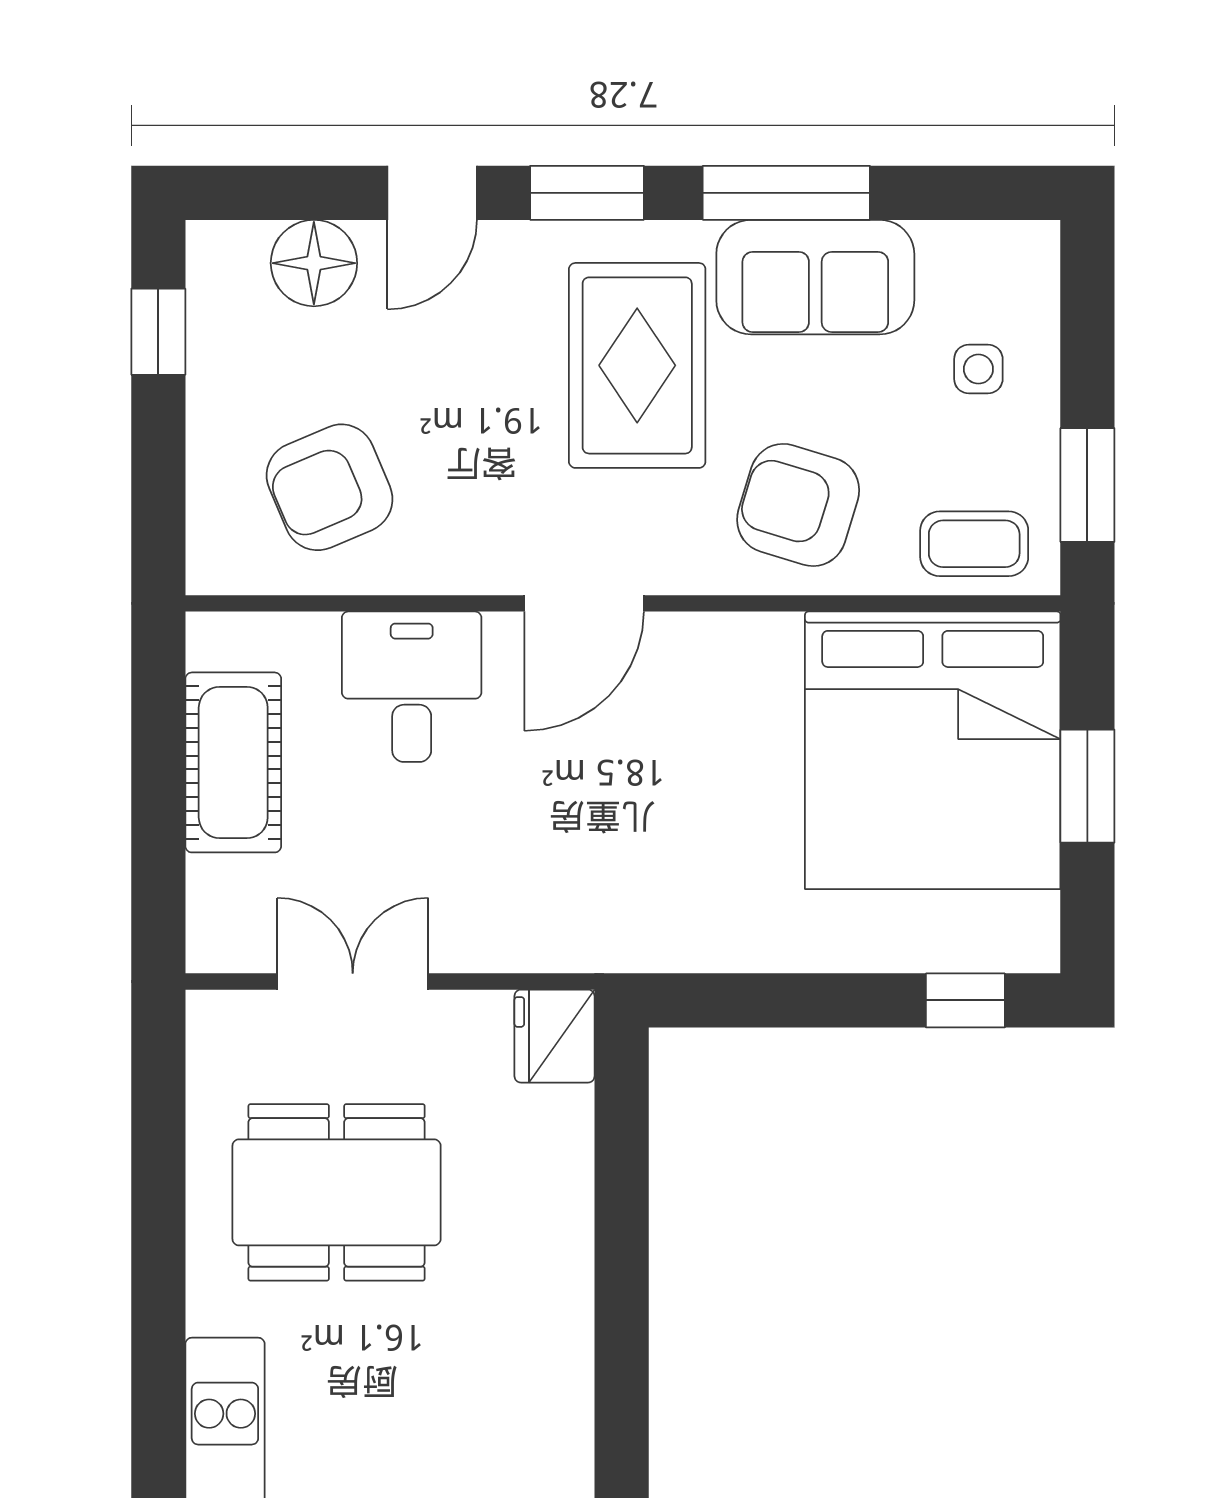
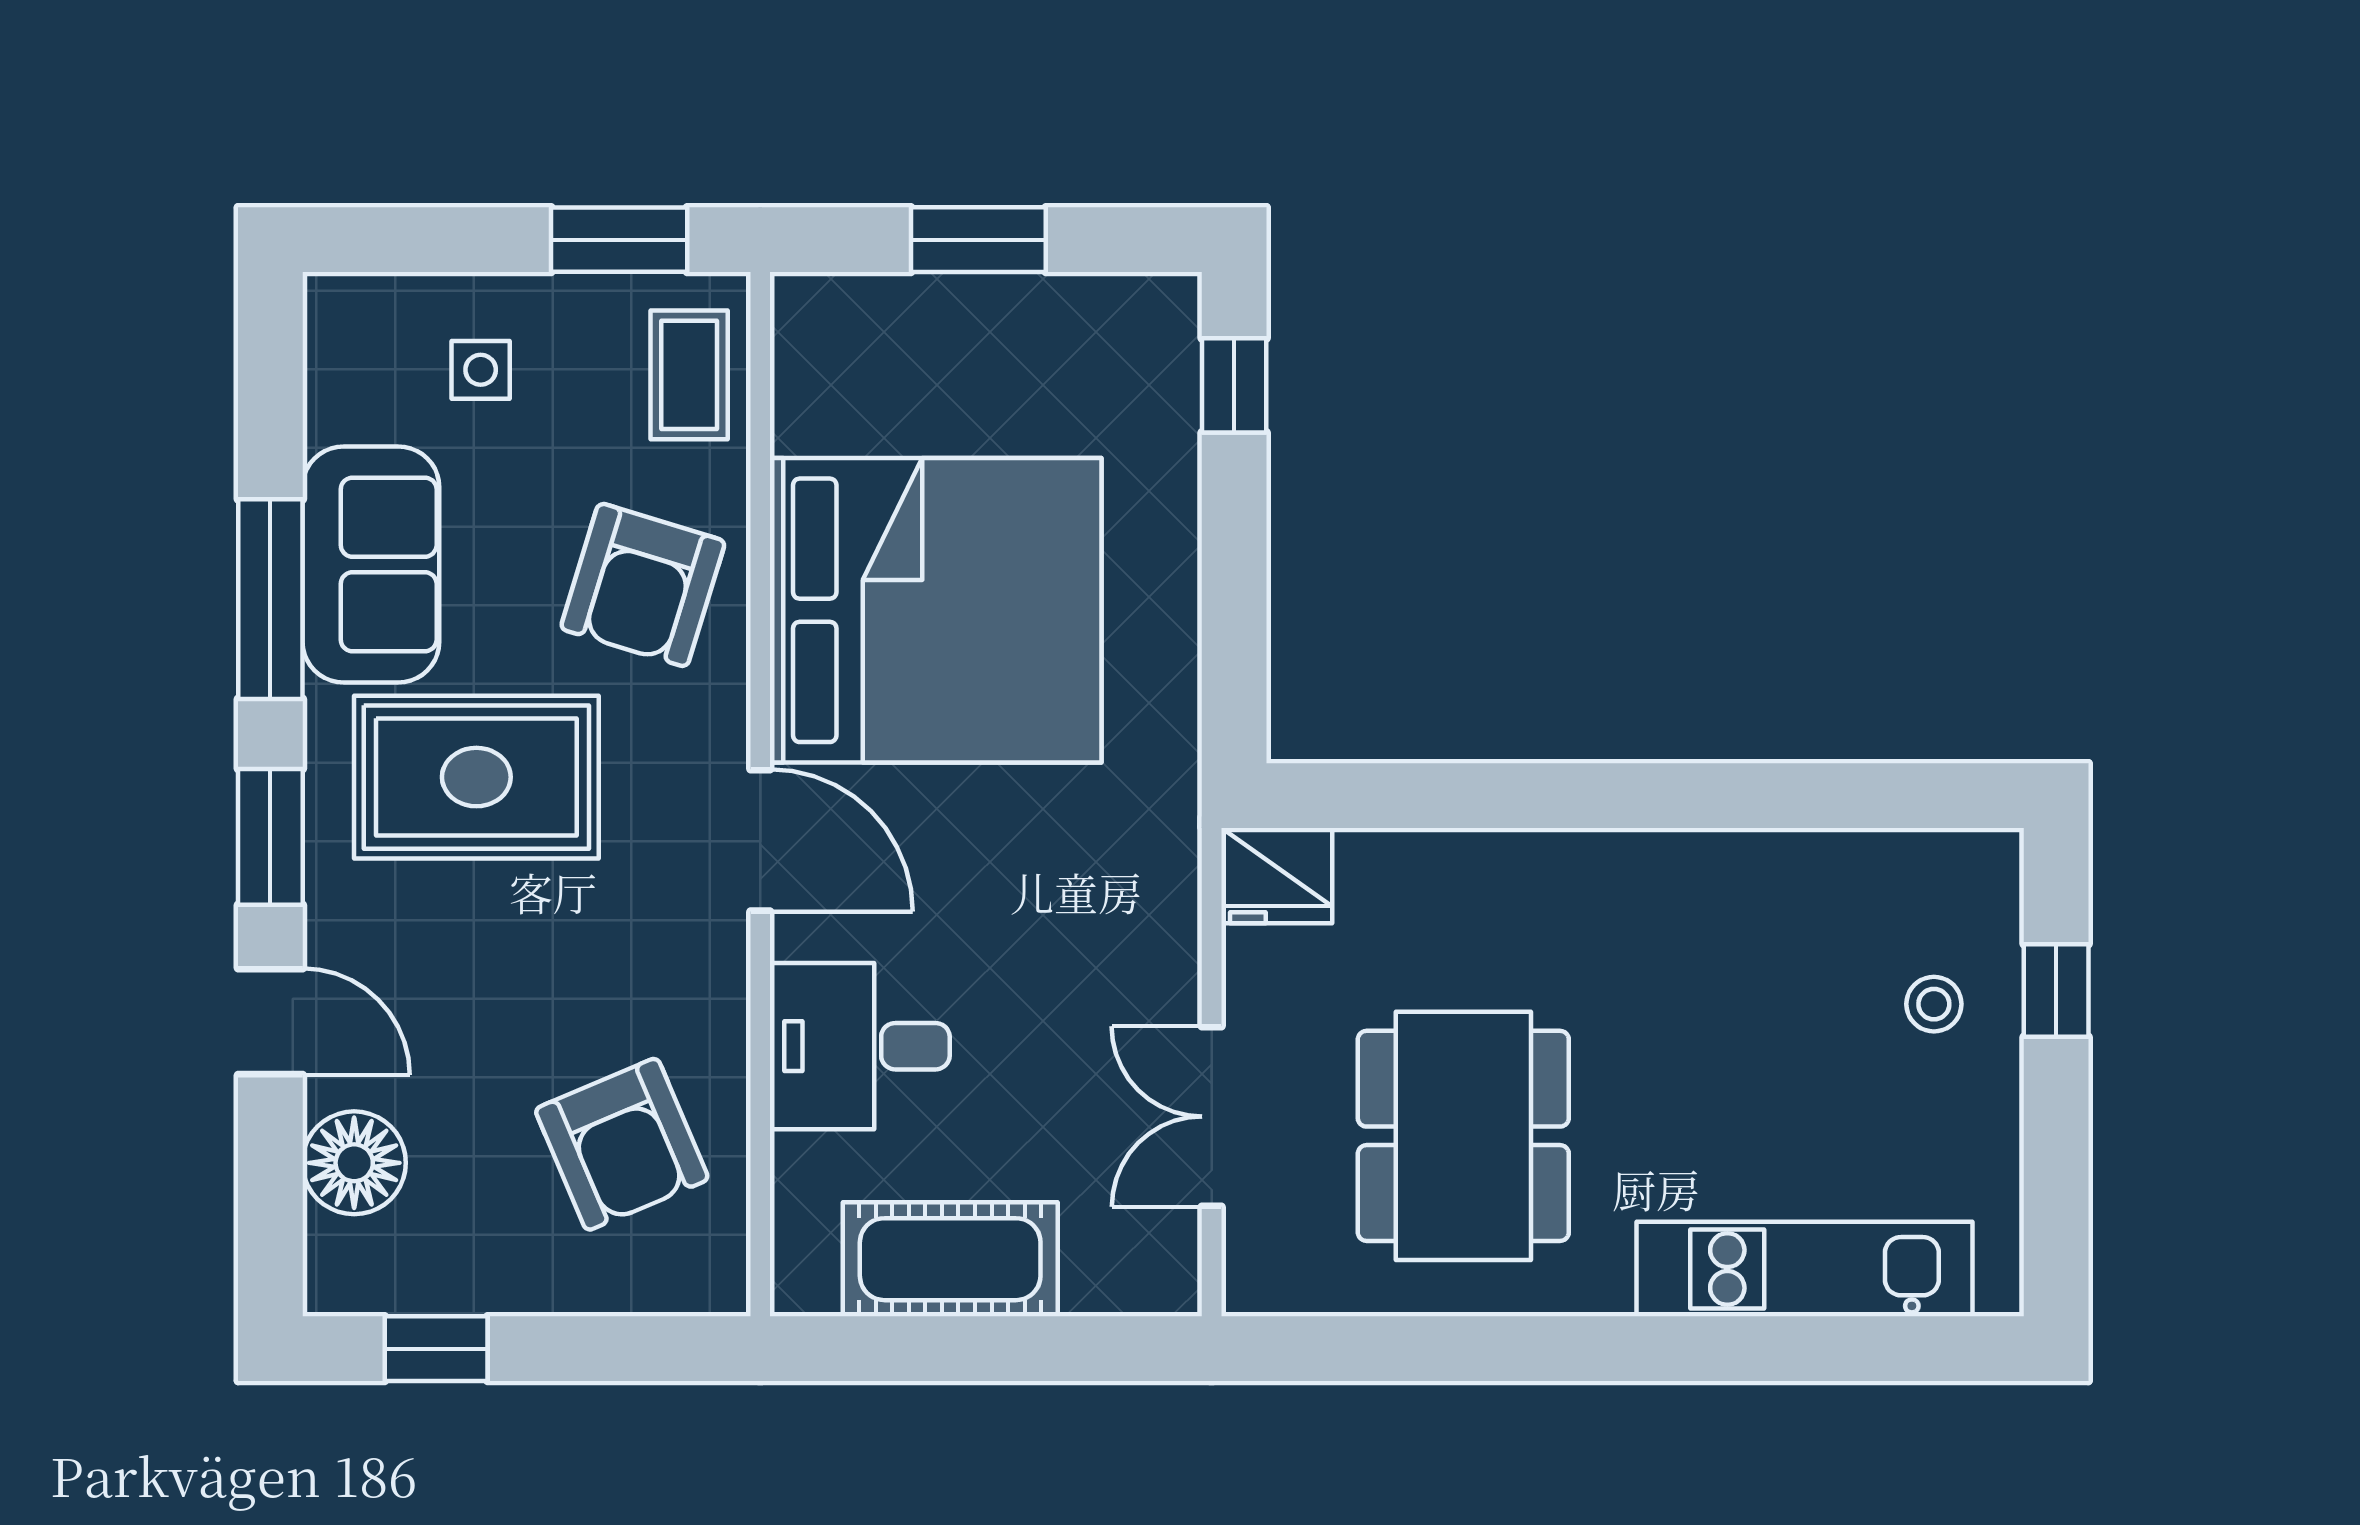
bed: (933, 750) -> (936, 610), moved

